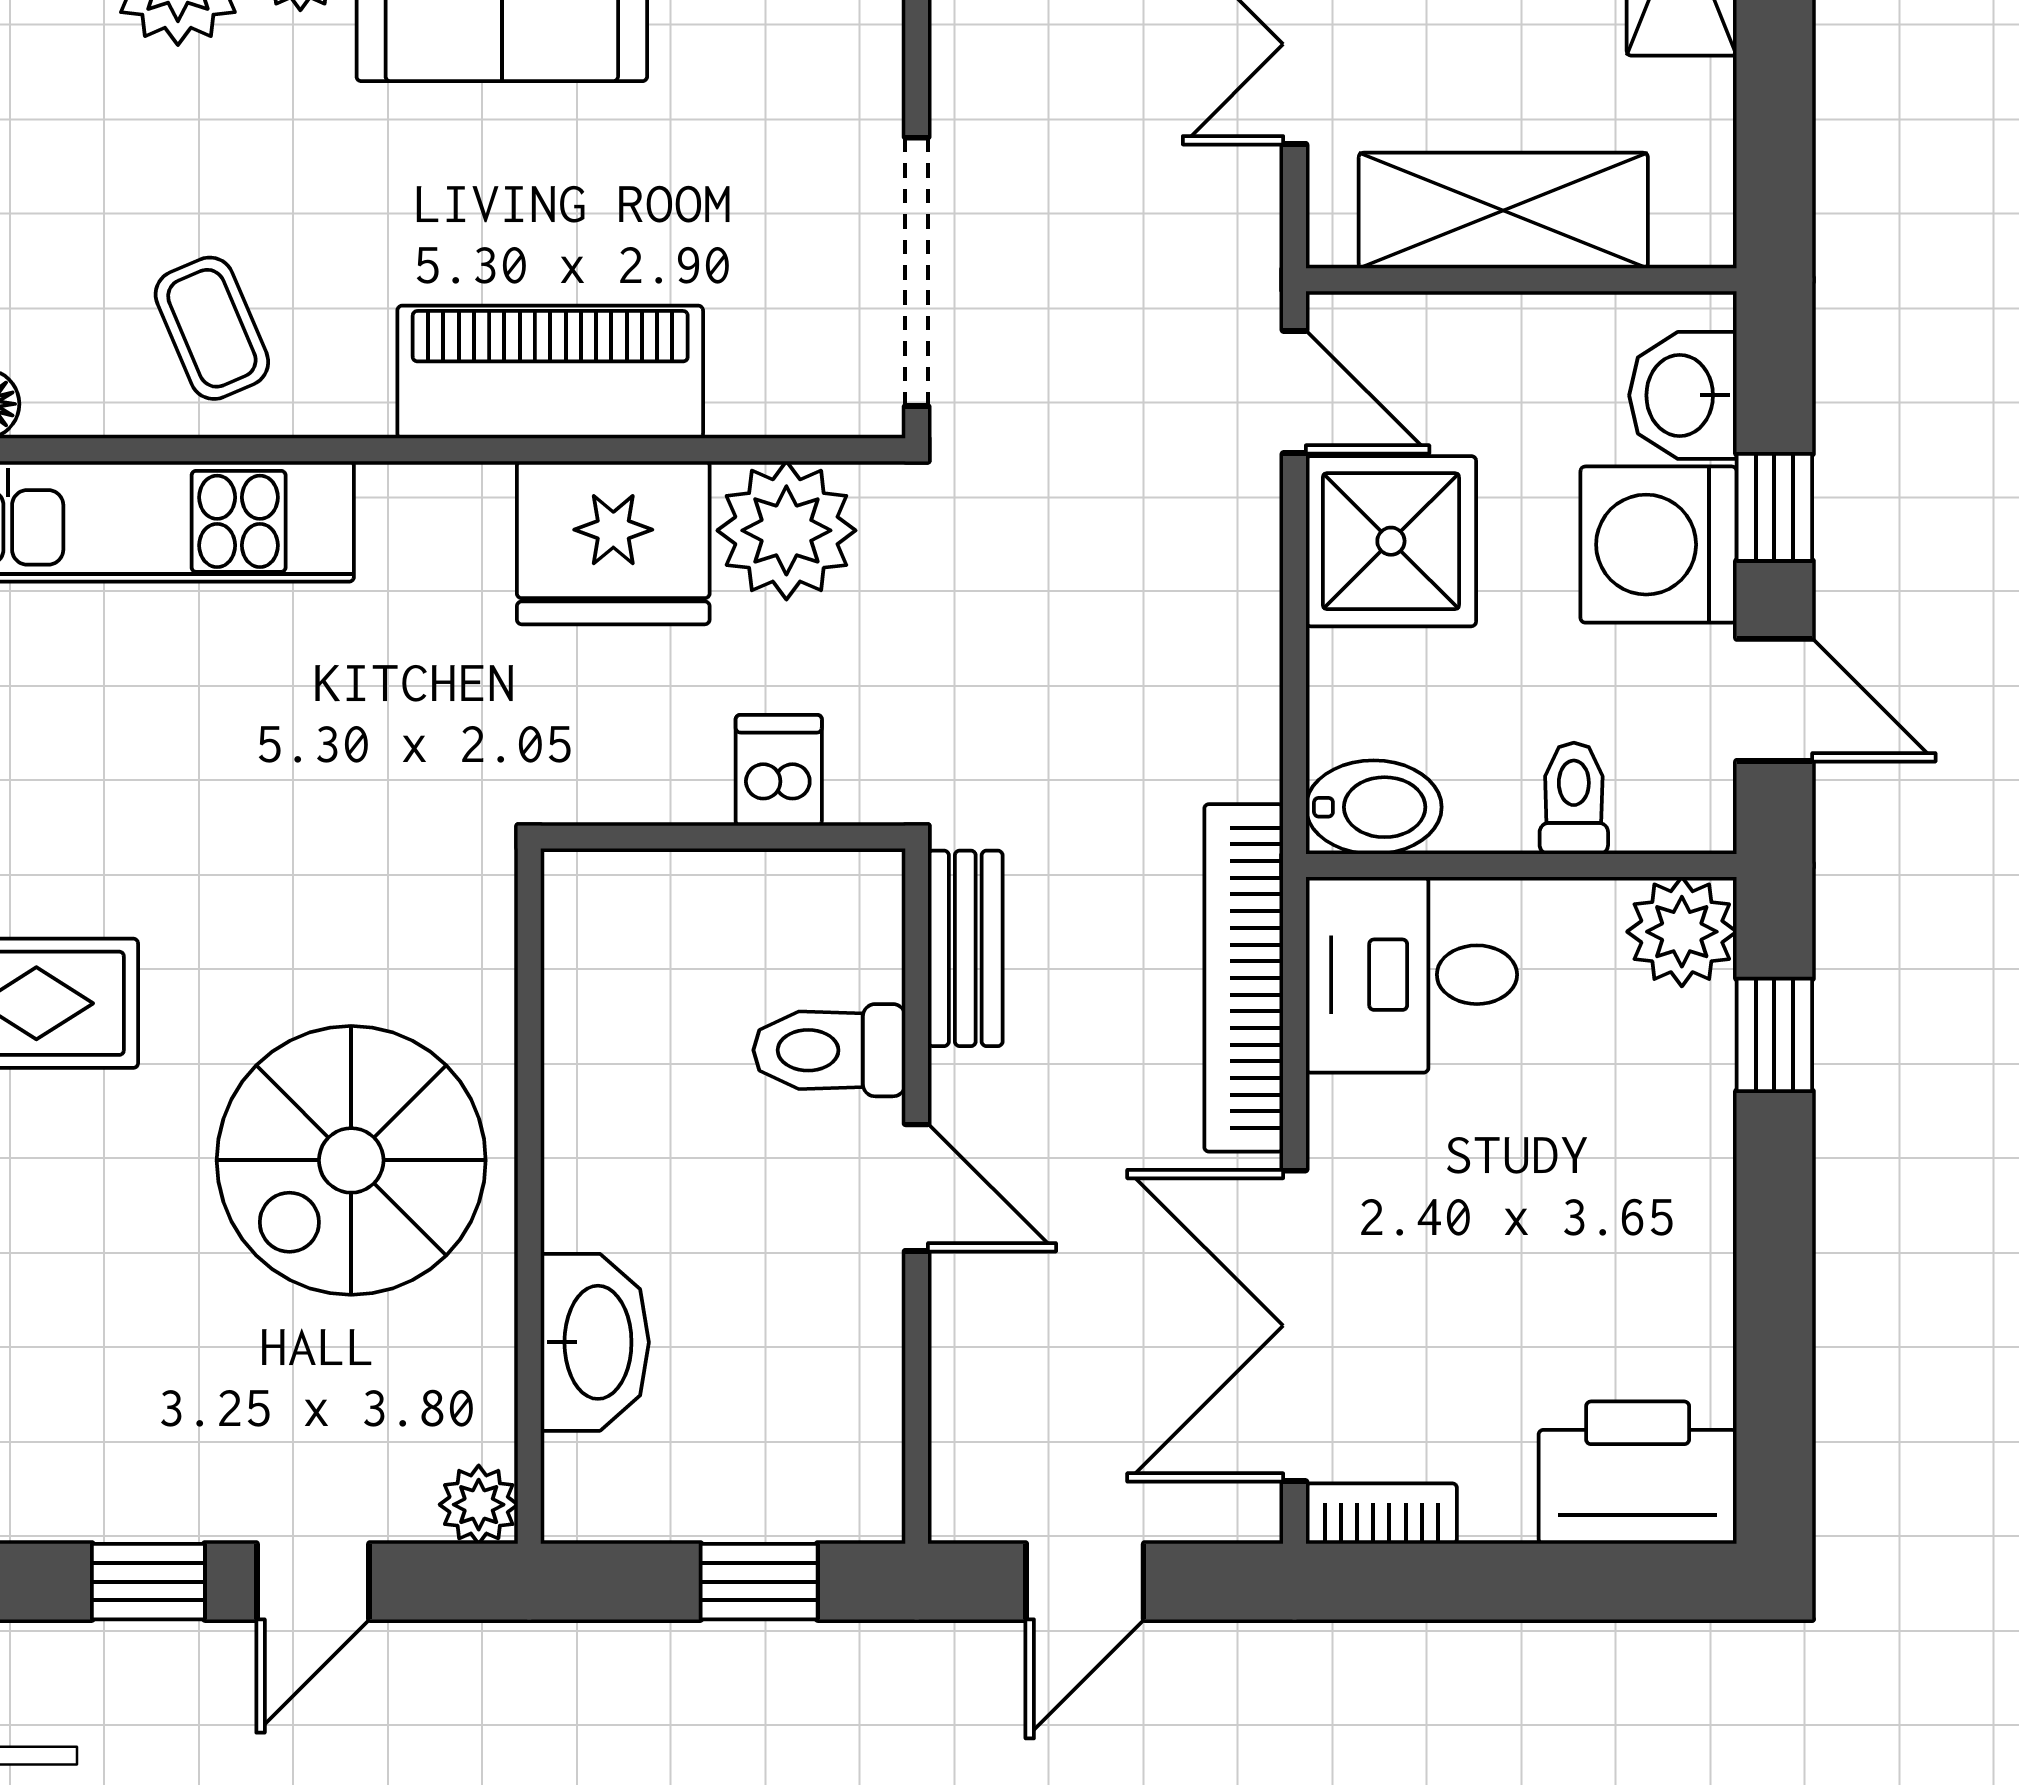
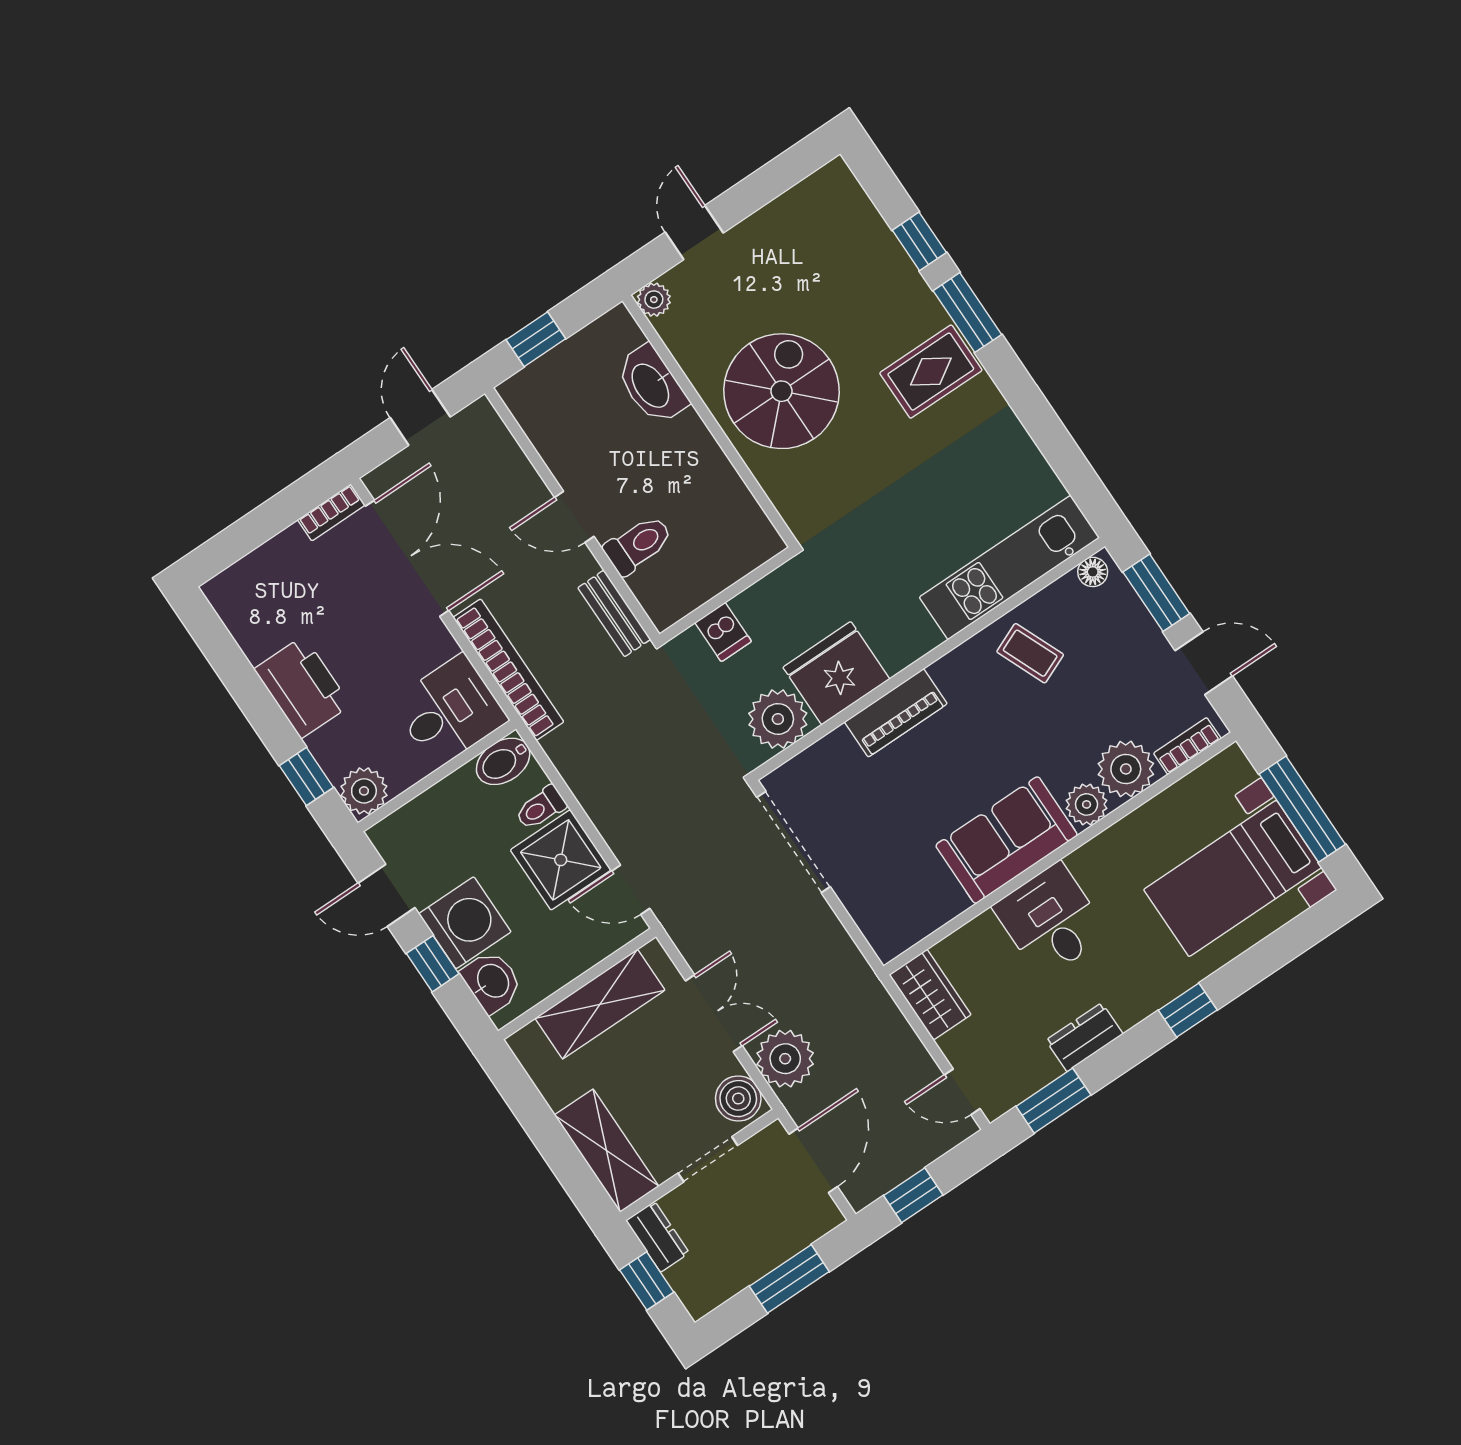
piano: (550, 372) -> (896, 713), width x0.73, depth x0.75
toilet: (1574, 798) -> (541, 808), moved, turned 90
printer: (1638, 1473) -> (302, 687), moved, turned -90
window: (148, 1582) -> (753, 193), removed

